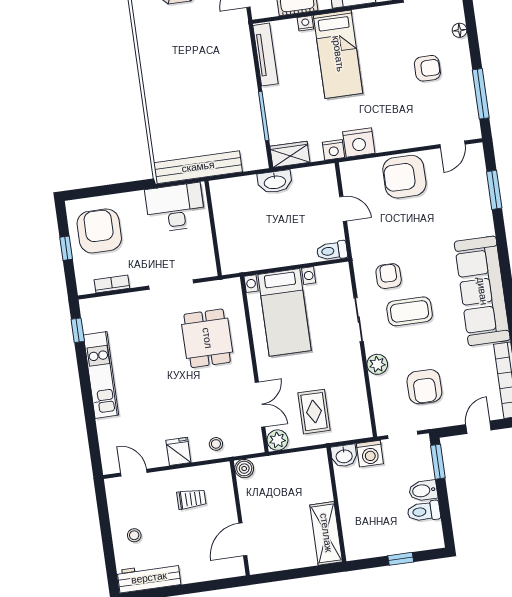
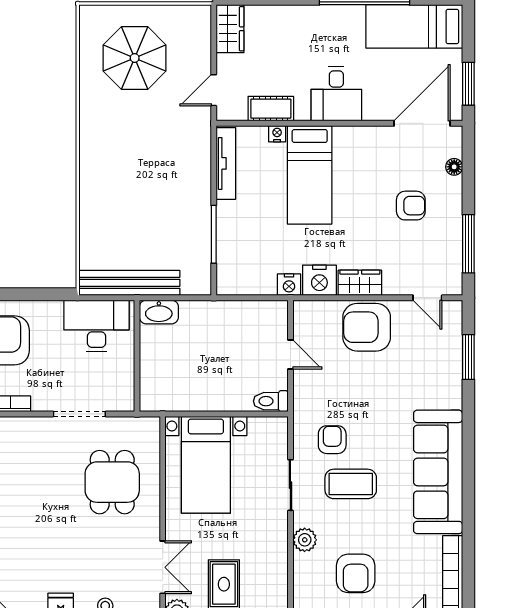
door: (452, 144) -> (427, 298), hinge flipped
wardrobe: (290, 154) -> (360, 283), moved
washbasin: (275, 182) -> (159, 312), moved

